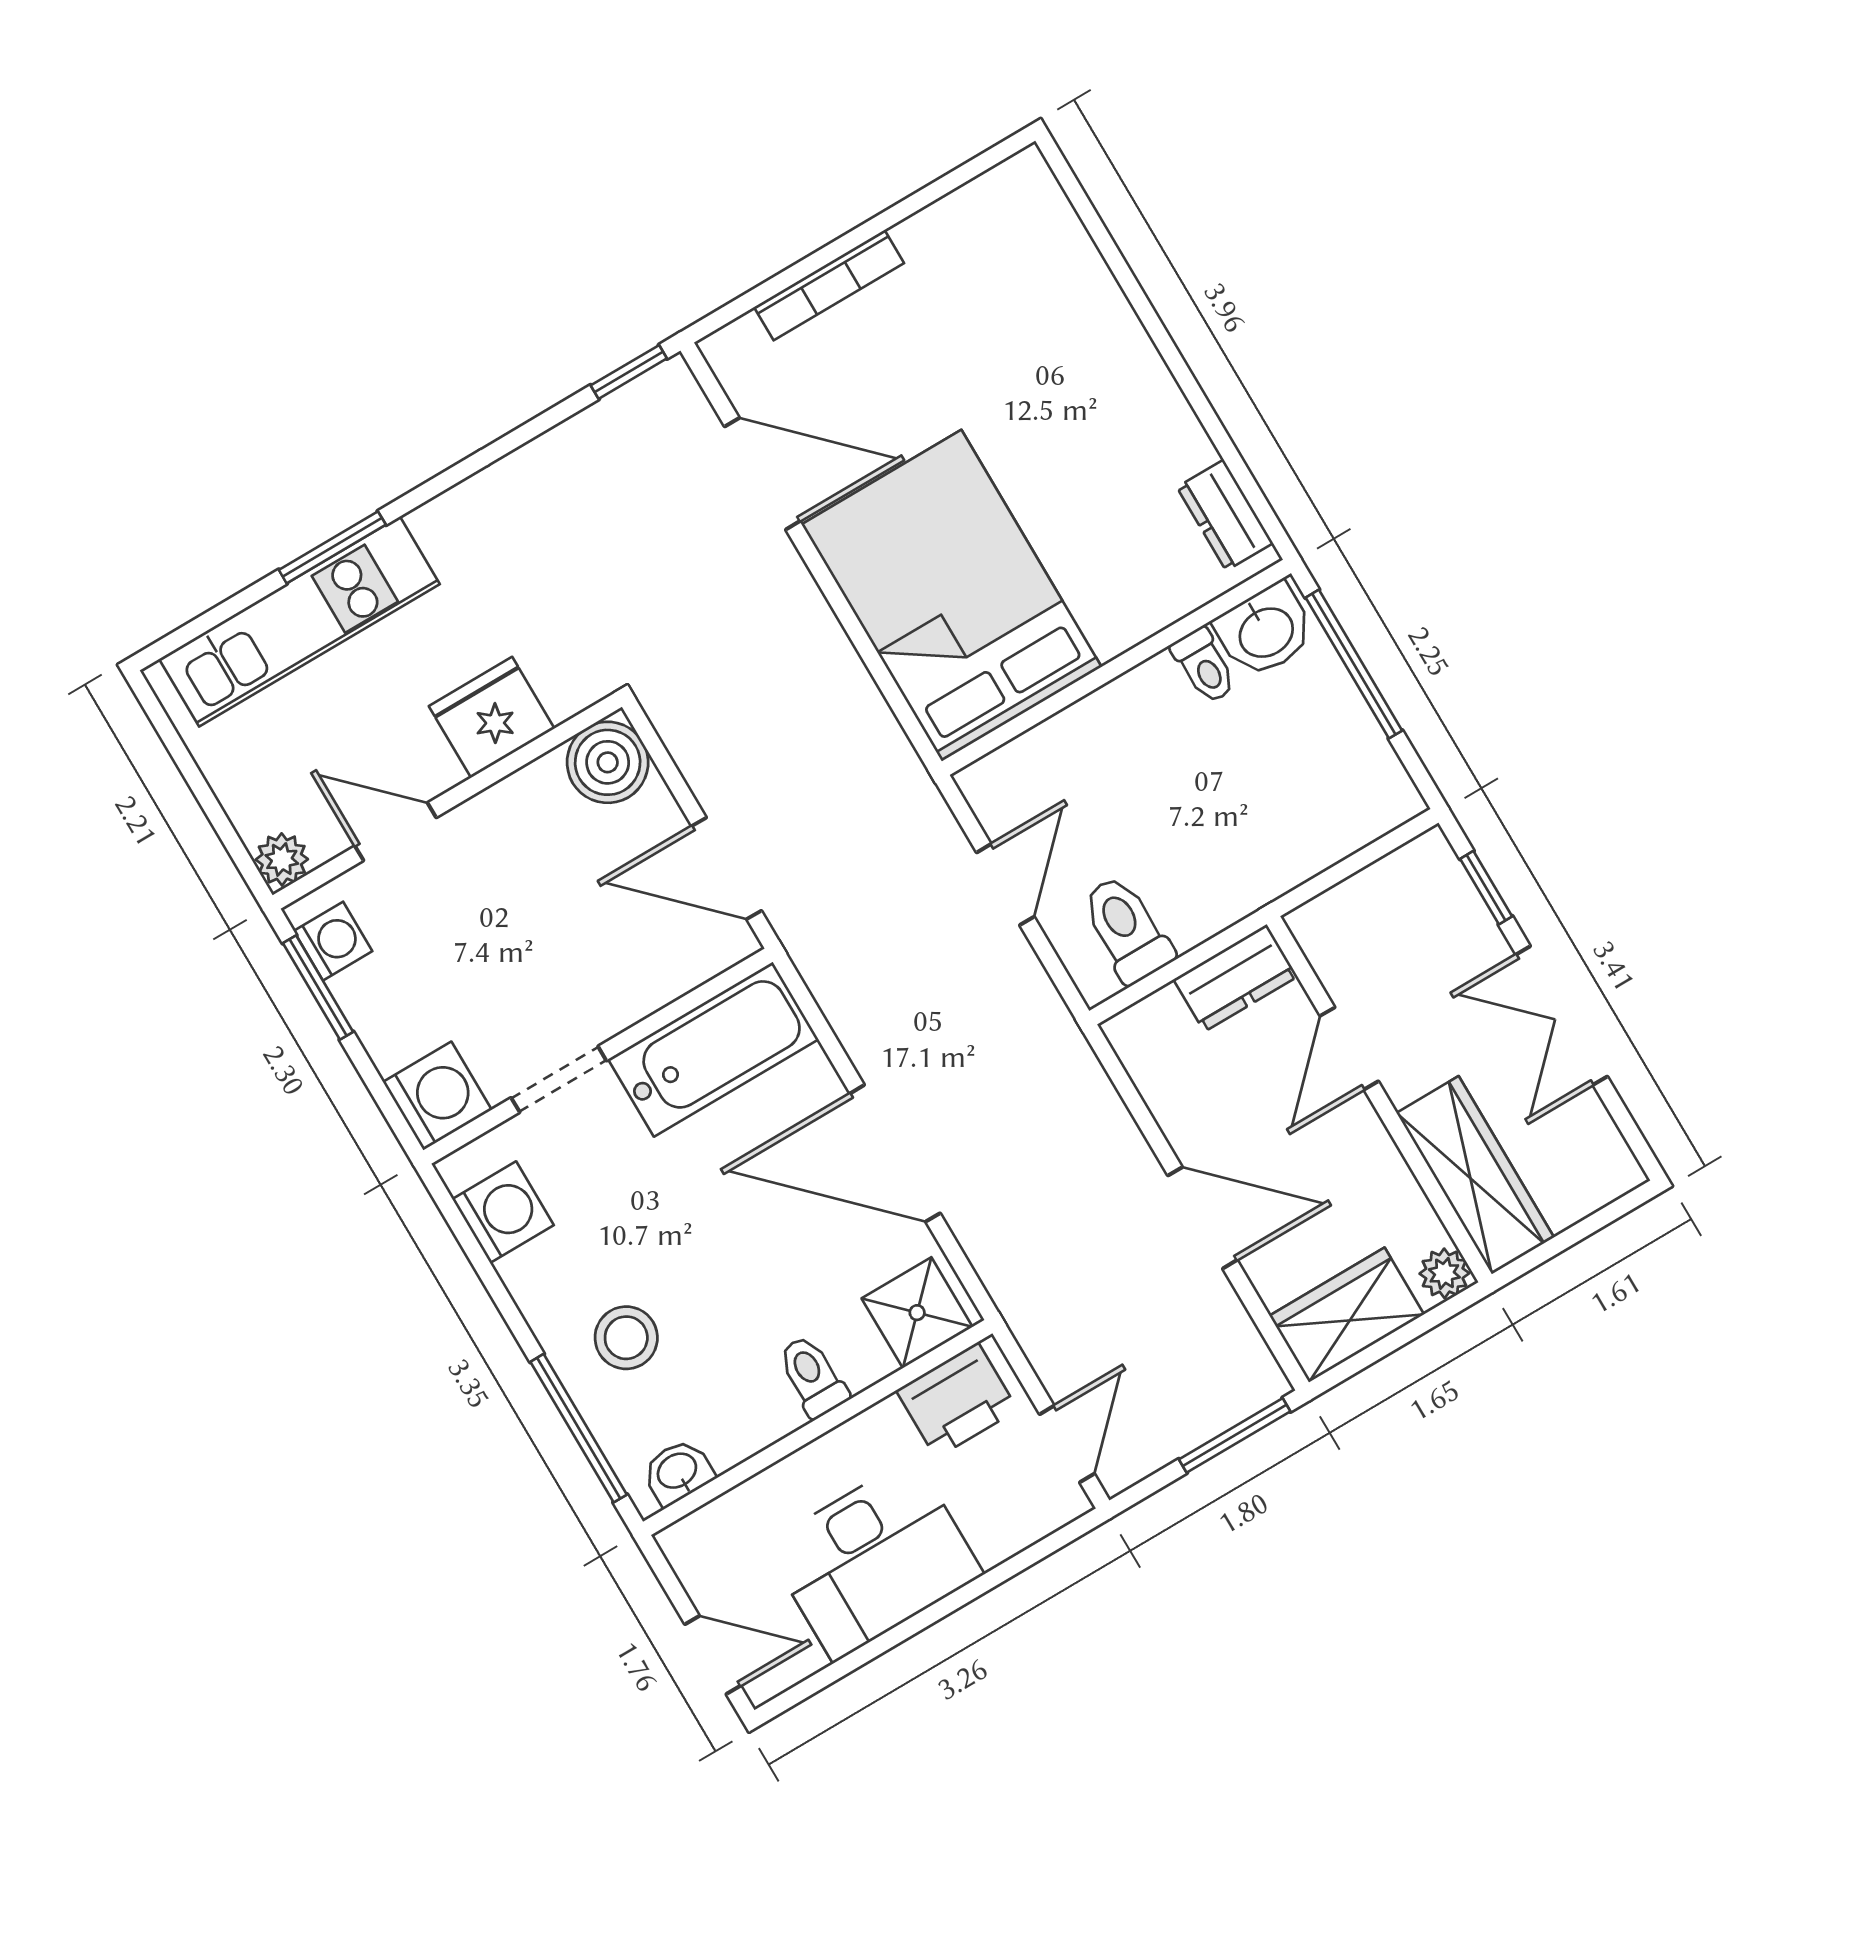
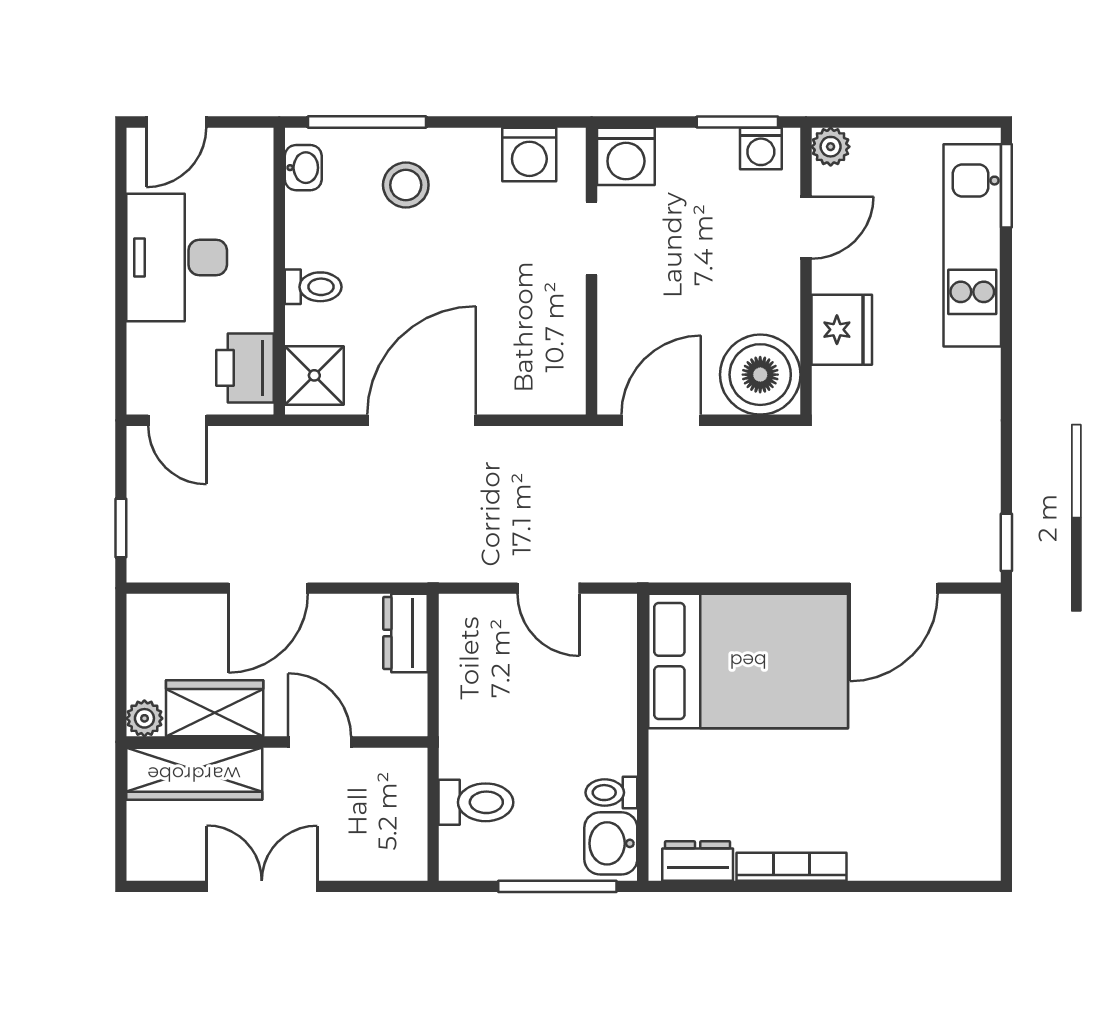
bookcase: (829, 285) -> (791, 867), moved, turned 90
window: (332, 547) -> (1006, 186), moved
boiler: (608, 762) -> (760, 375), width x1.37, depth x1.37
window: (1486, 888) -> (369, 886), removed
toilet: (1127, 929) -> (476, 802), moved
dresser: (1236, 978) -> (405, 633), moved
bathtub: (713, 1049) -> (553, 345), removed
wardrobe: (1347, 1315) -> (215, 708), moved, turned -90
window: (1235, 1435) -> (121, 528), width x0.67

